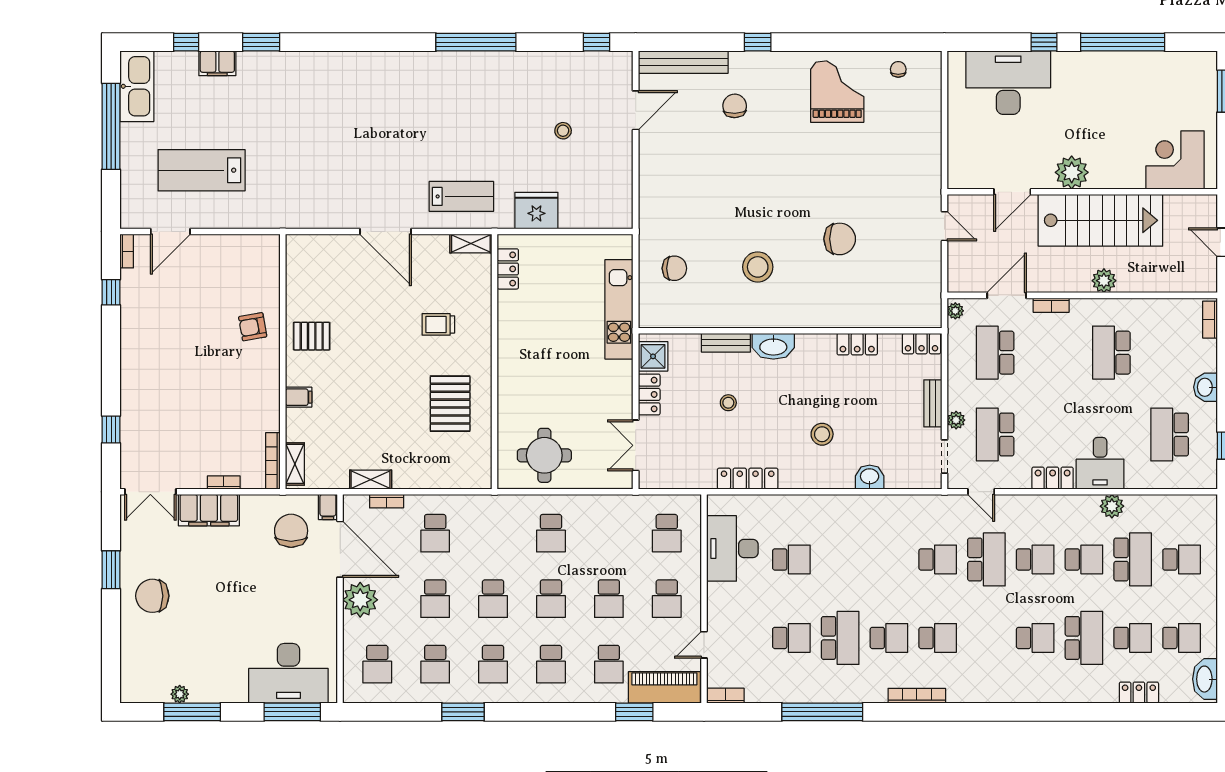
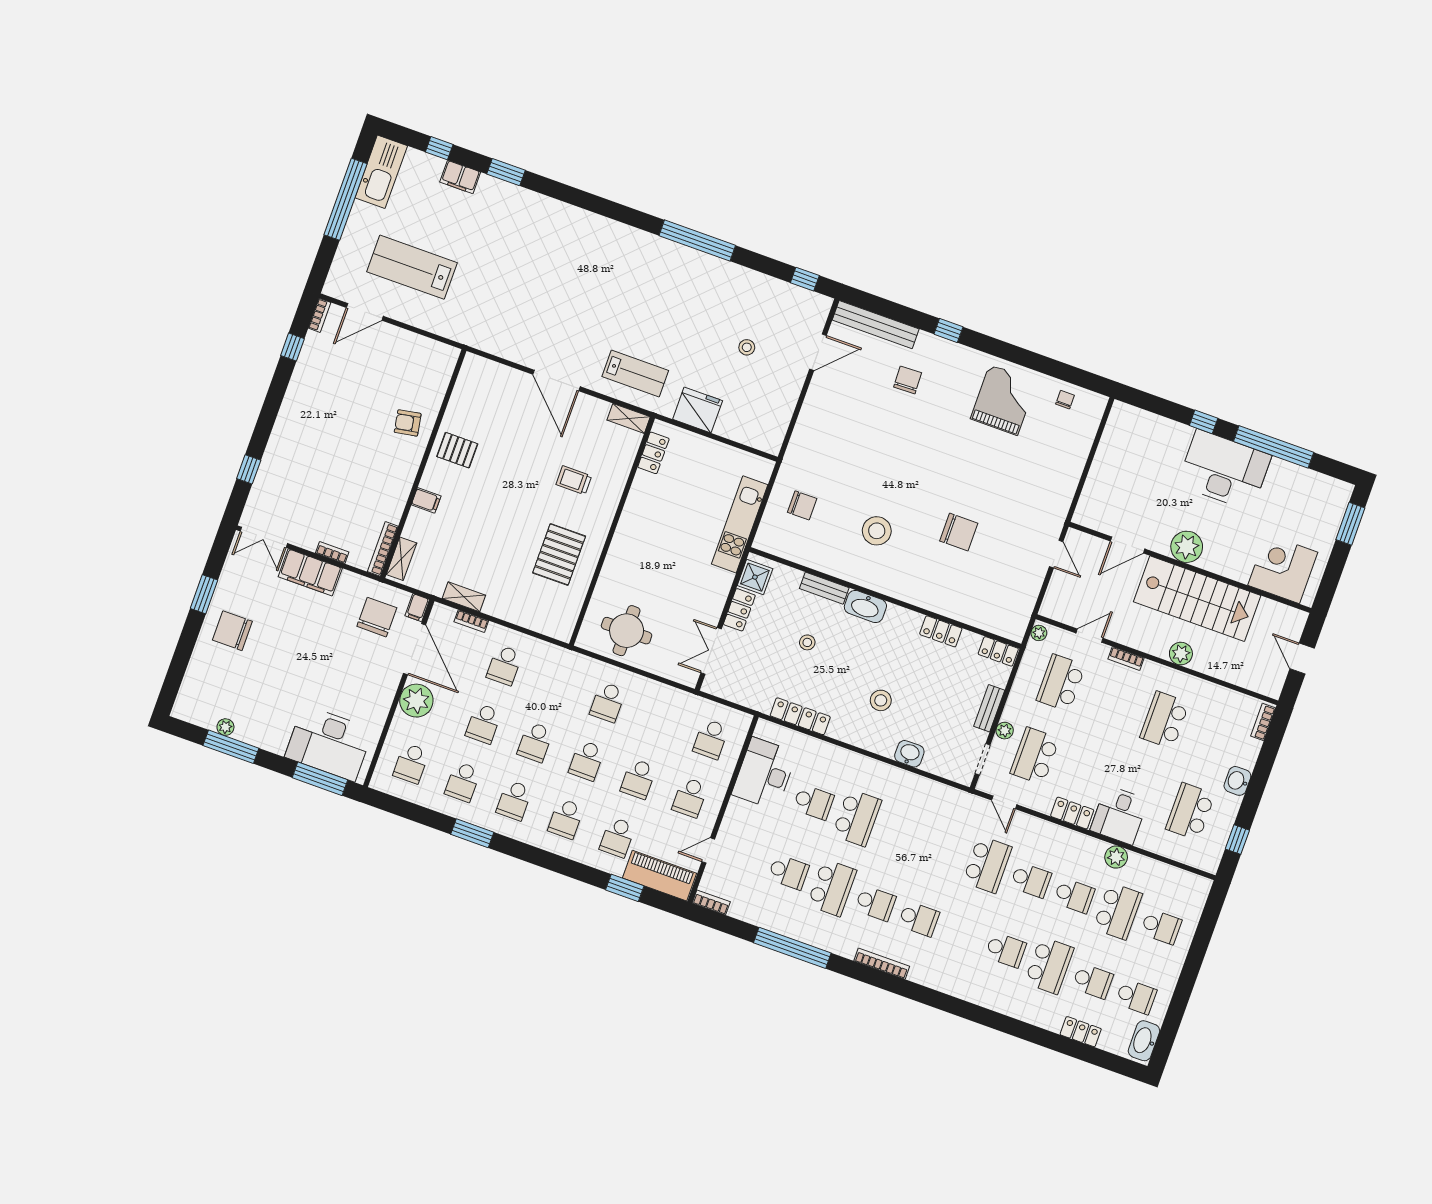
desk: (1008, 83) -> (1224, 470), moved
door: (1007, 295) -> (1090, 636), width x0.73
school desk: (938, 559) -> (857, 818), moved, width x1.85

